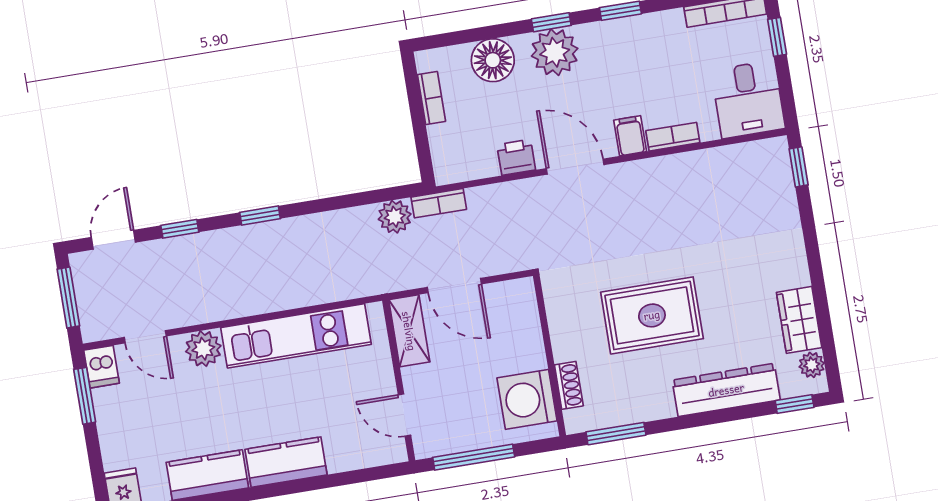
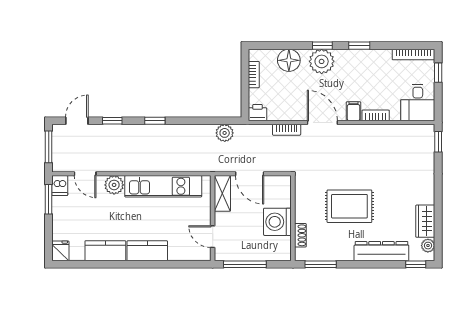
printer: (516, 157) -> (258, 113), moved
bookcase: (439, 203) -> (287, 130), moved
washing machine: (527, 399) -> (277, 222), moved

